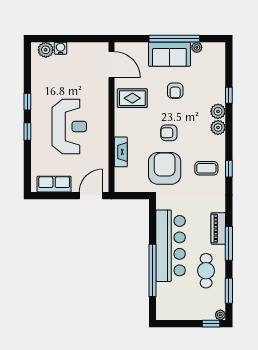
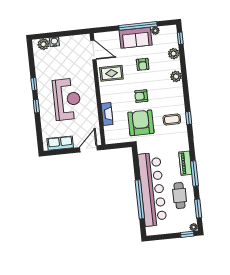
window: (229, 95) -> (180, 38), moved
plant: (218, 127) -> (174, 54), moved
bar counter: (171, 246) -> (152, 189), width x1.36

